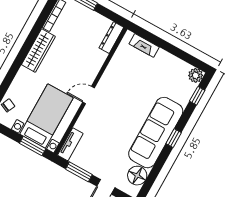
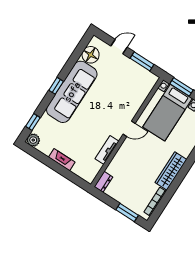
dresser: (111, 38) -> (103, 182), width x0.70
fireplace: (144, 45) -> (62, 160), moved
tv unit: (70, 144) -> (107, 150), moved

